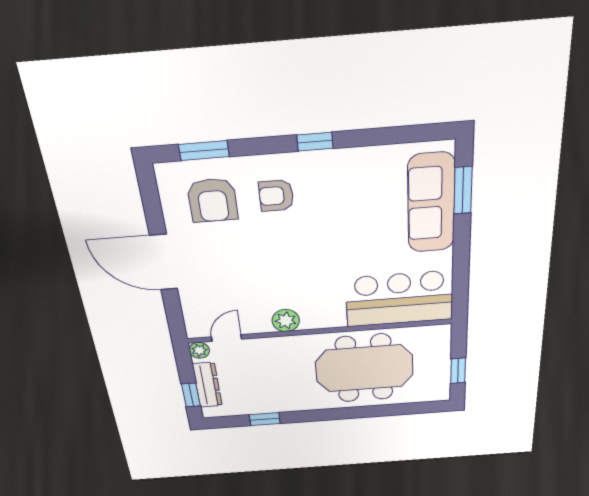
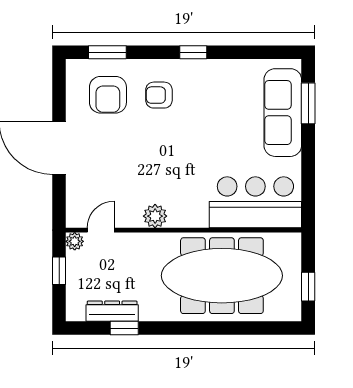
meeting table: (364, 368) -> (222, 276), width x1.36
dresser: (207, 385) -> (112, 311), moved, turned -90
window: (191, 395) -> (59, 271), moved

